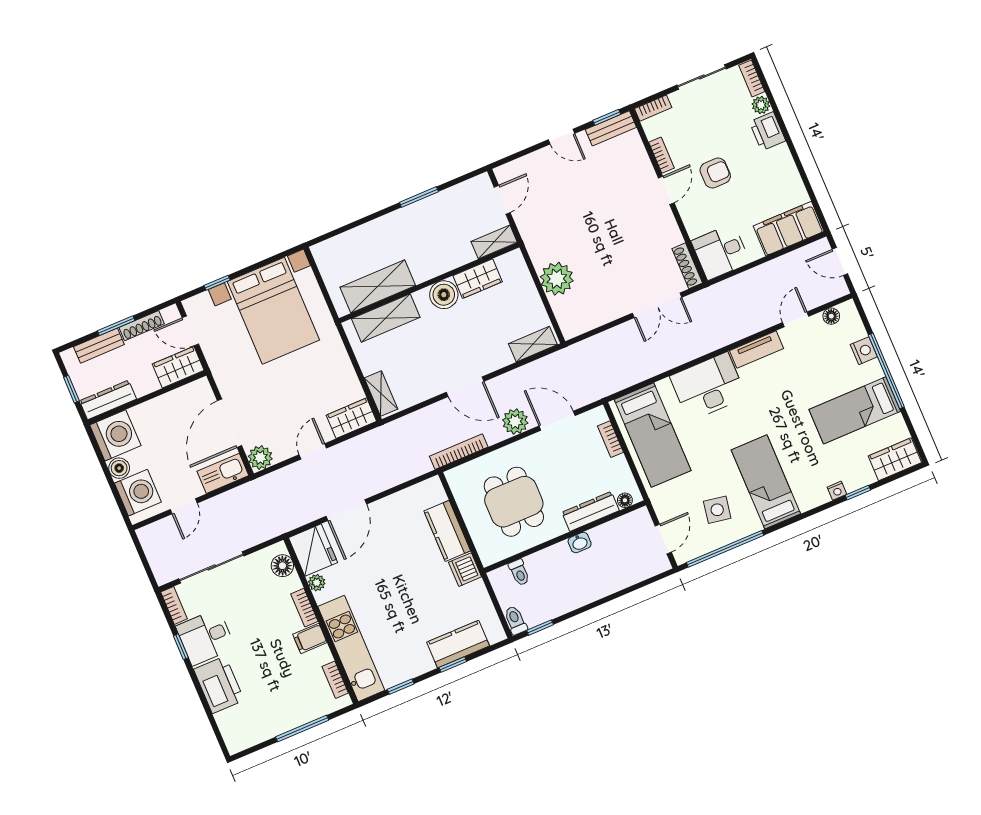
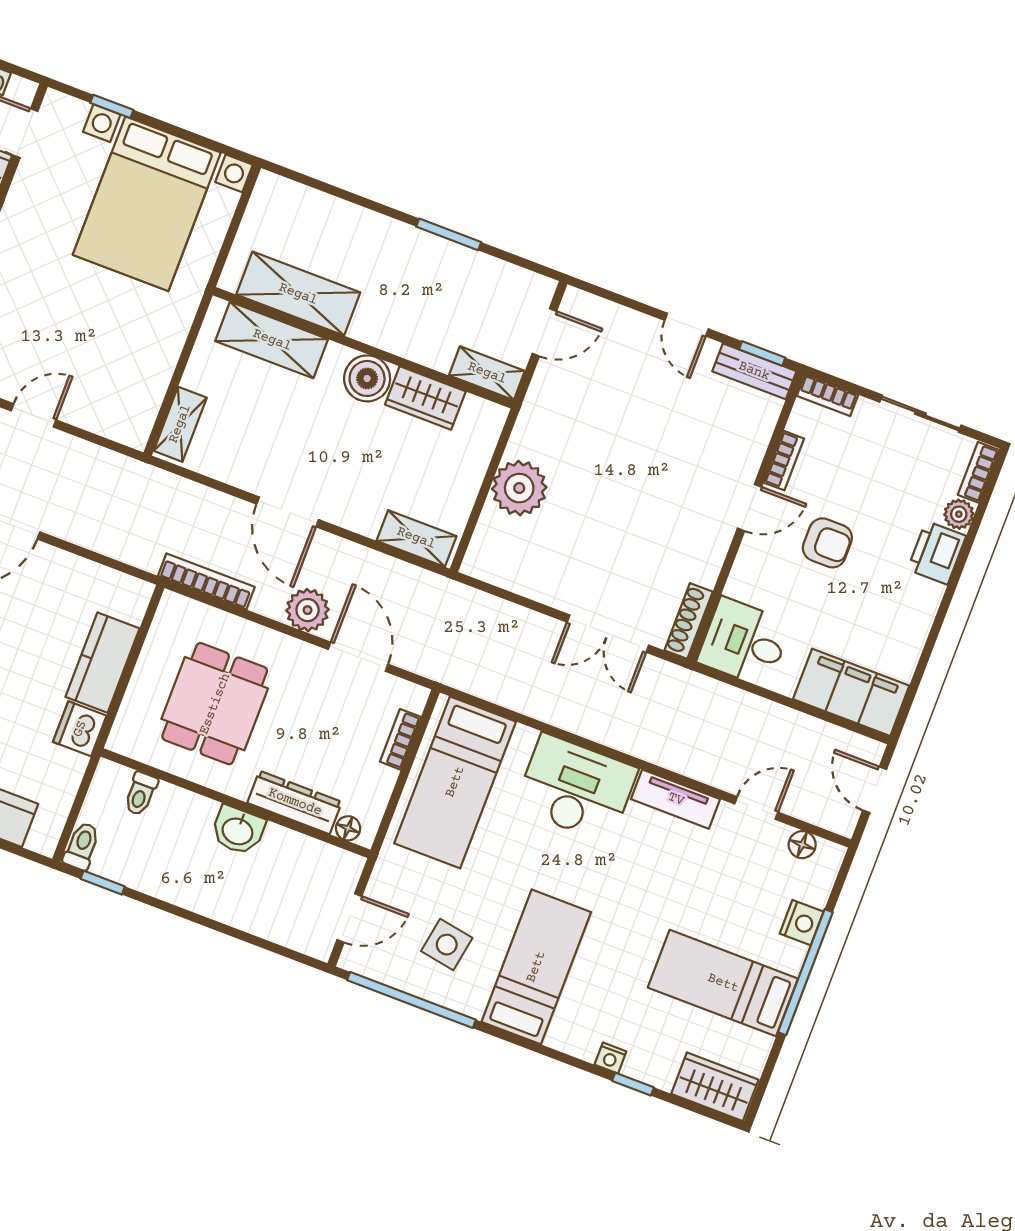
wardrobe: (351, 418) -> (117, 420), removed
washbasin: (580, 543) -> (238, 830), width x1.38, depth x1.45

